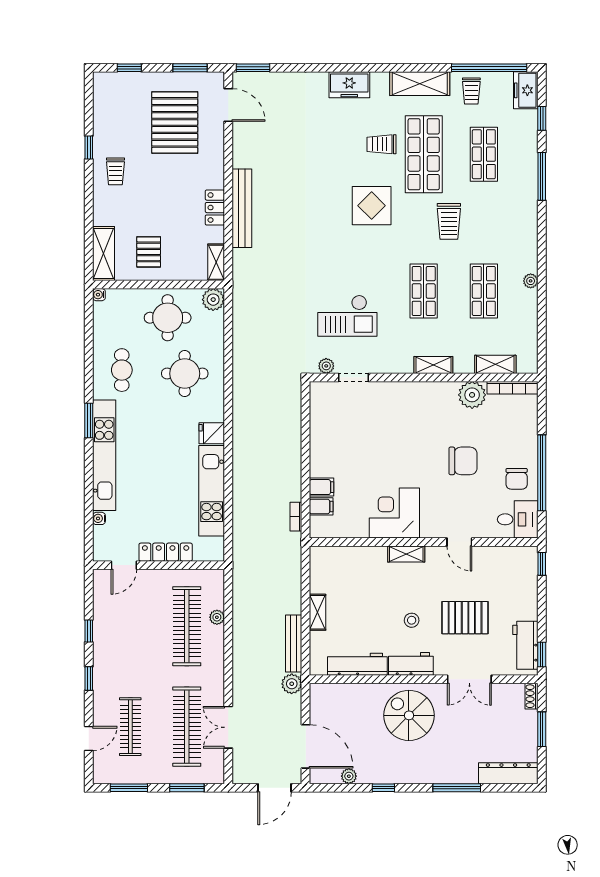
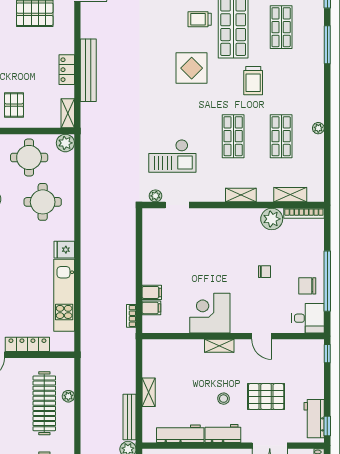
chair: (463, 461) -> (264, 272), width x0.54, depth x0.54
chair: (517, 479) -> (307, 286), turned 90

